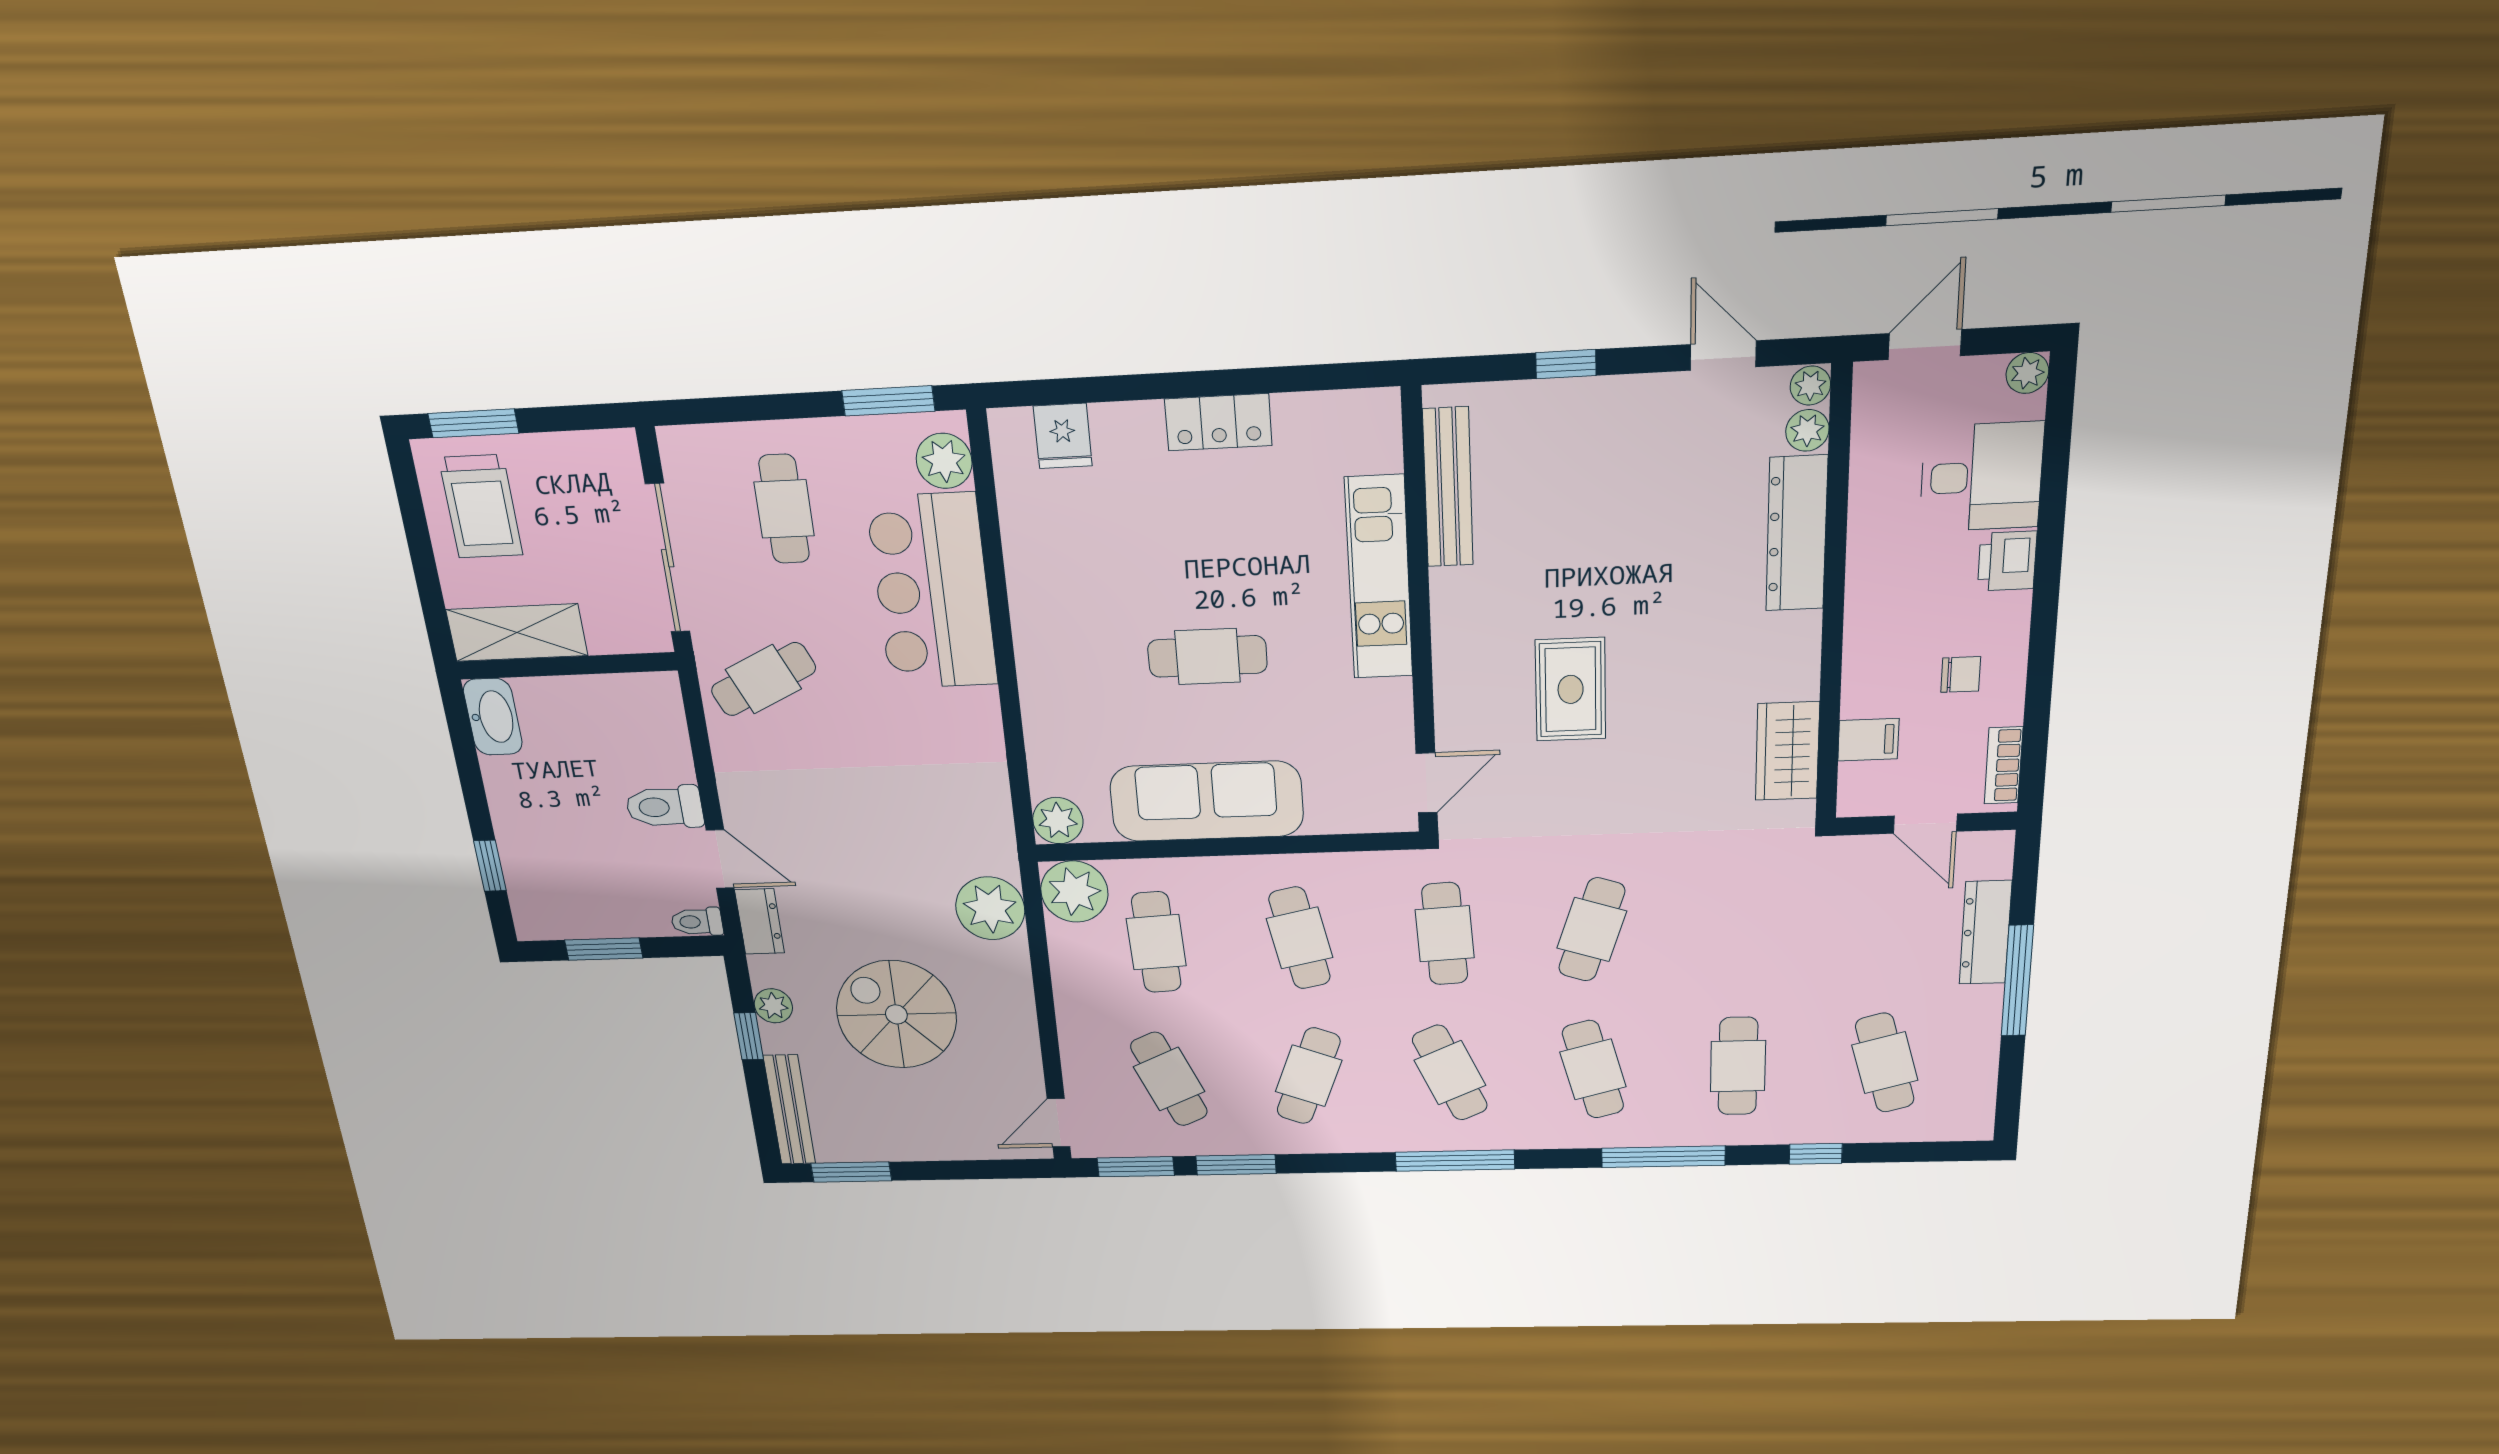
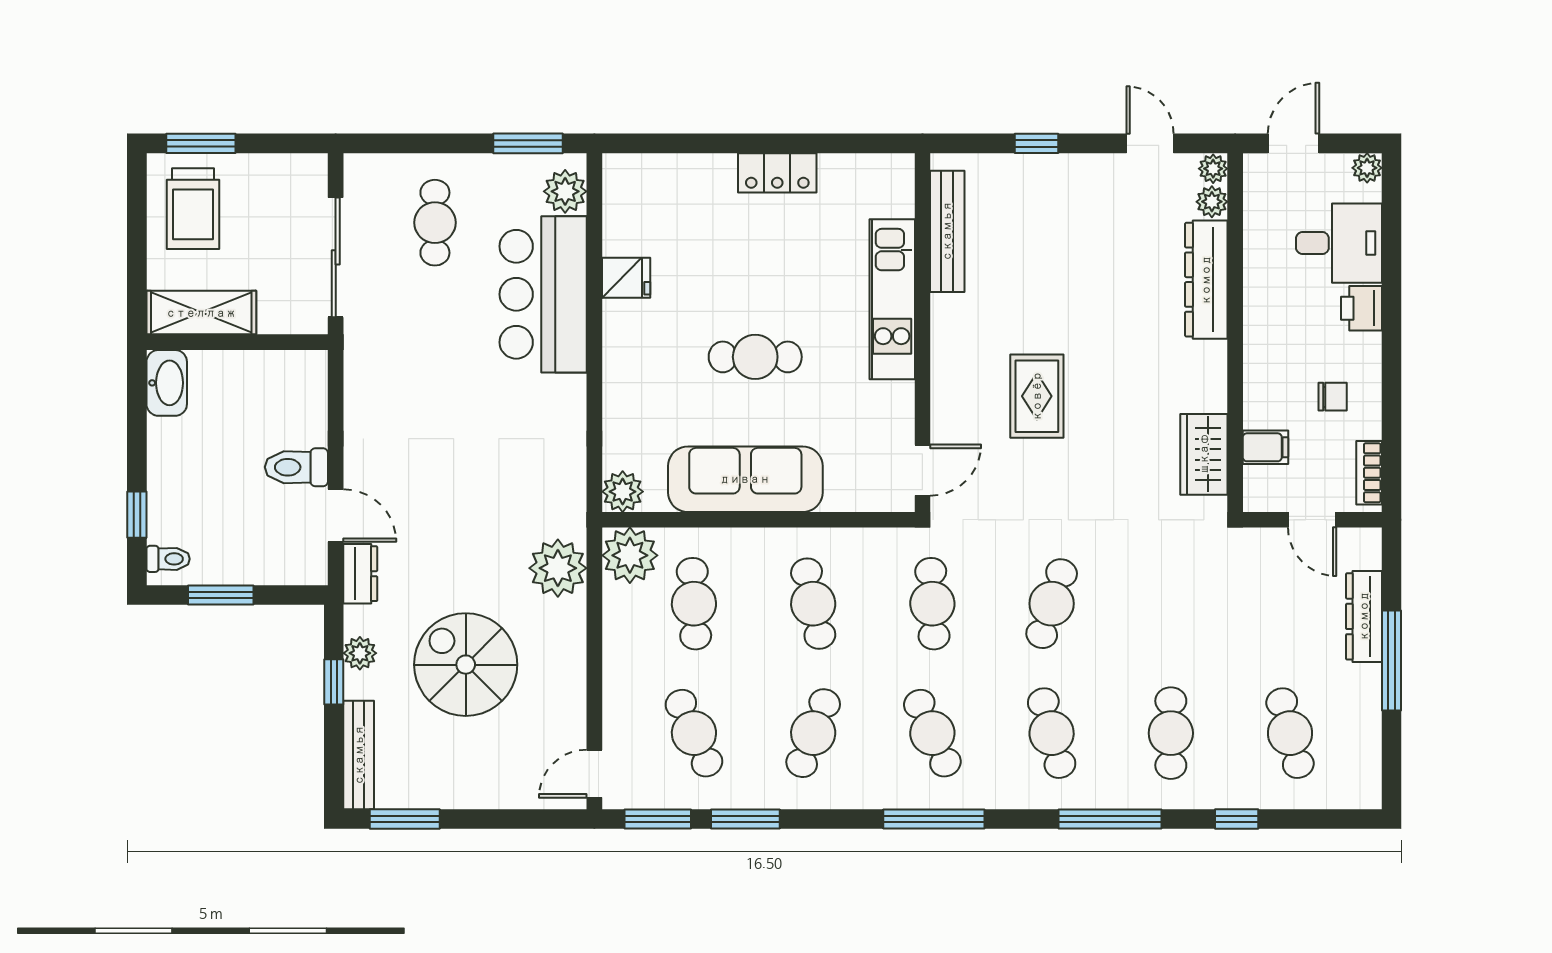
fridge: (1063, 436) -> (626, 278), moved, turned -90
cafe table: (763, 679) -> (397, 360), removed
toilet: (697, 922) -> (168, 559), moved, turned 180

